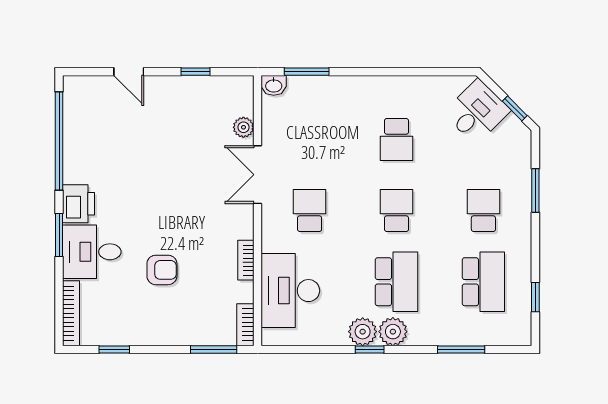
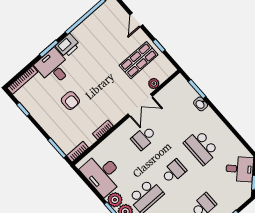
washbasin: (274, 85) -> (201, 104), moved
shop shelf: (190, 119) -> (139, 60), added
school desk: (396, 139) -> (201, 147), width x1.85
double door: (258, 175) -> (140, 105), swing flipped
school desk: (310, 211) -> (144, 138), turned 180
desk: (290, 291) -> (103, 174), moved, turned -90

